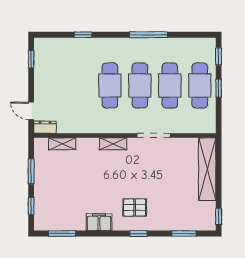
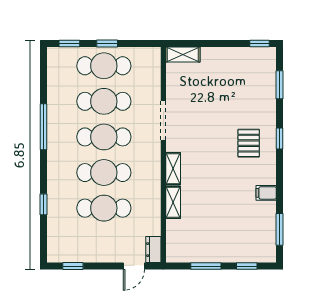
cafe table: (80, 86) -> (104, 208), added
shelving: (62, 144) -> (173, 202), moved
shelving: (207, 169) -> (183, 54), width x0.45, depth x0.75
filing cabinet: (99, 222) -> (266, 193), width x0.50

